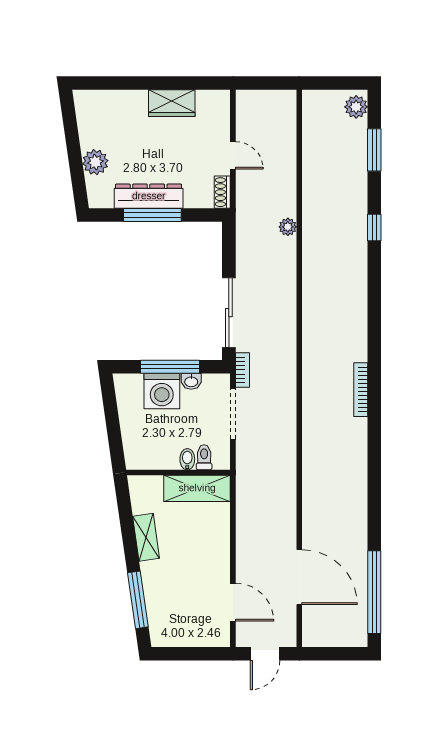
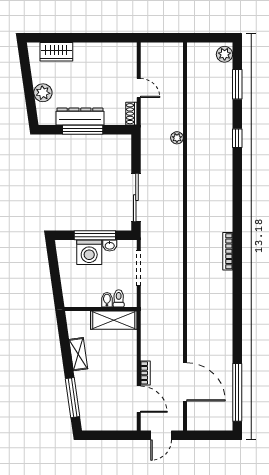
wardrobe: (172, 103) -> (56, 52), moved
bookcase: (242, 370) -> (145, 373), moved

